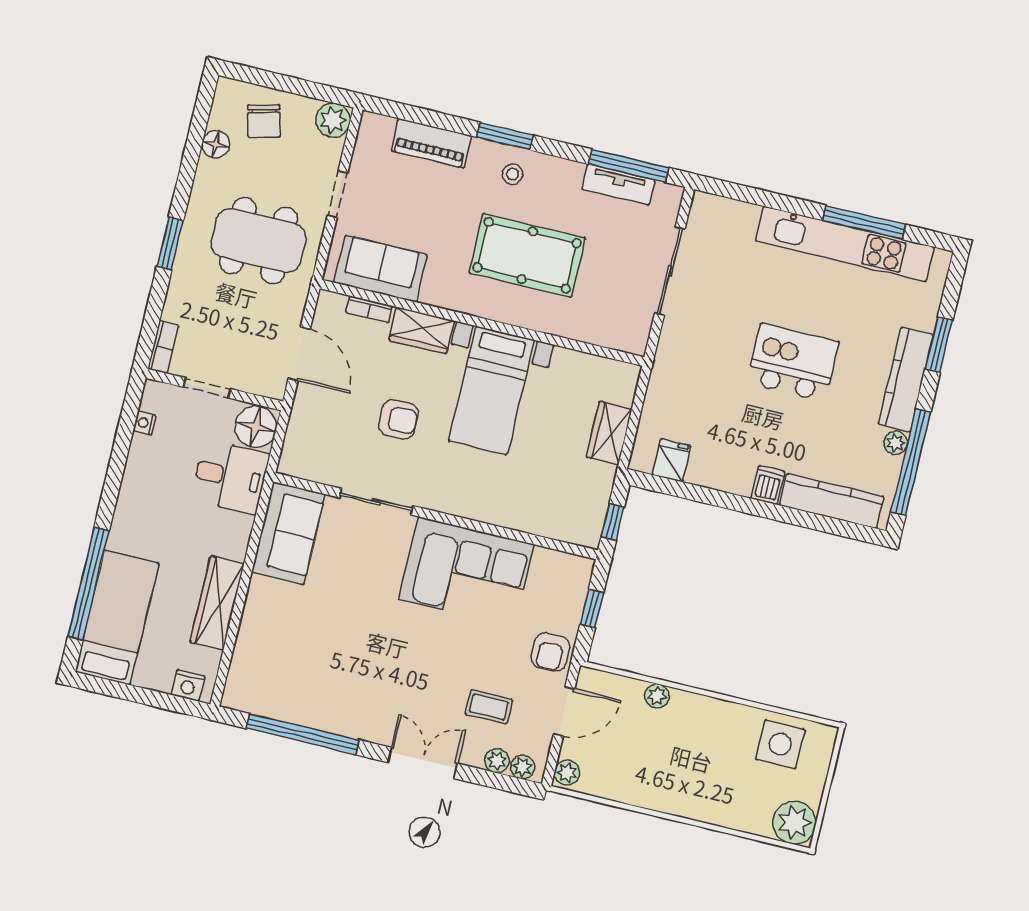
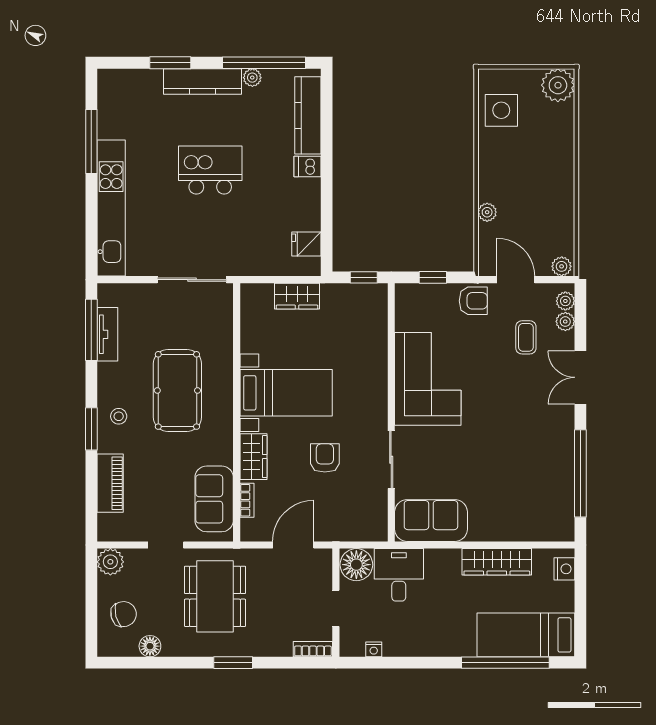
kitchen unit: (845, 244) -> (111, 208), moved
sliding door: (670, 271) -> (192, 280), moved
kitchen island: (793, 362) -> (210, 170), turned 90

